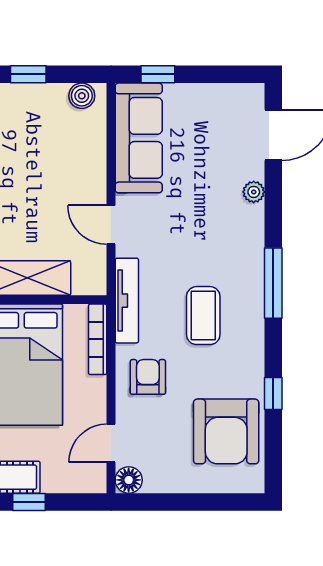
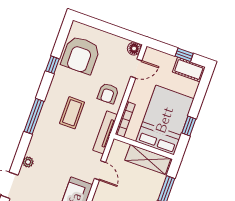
armchair: (226, 431) -> (81, 55), turned 180

